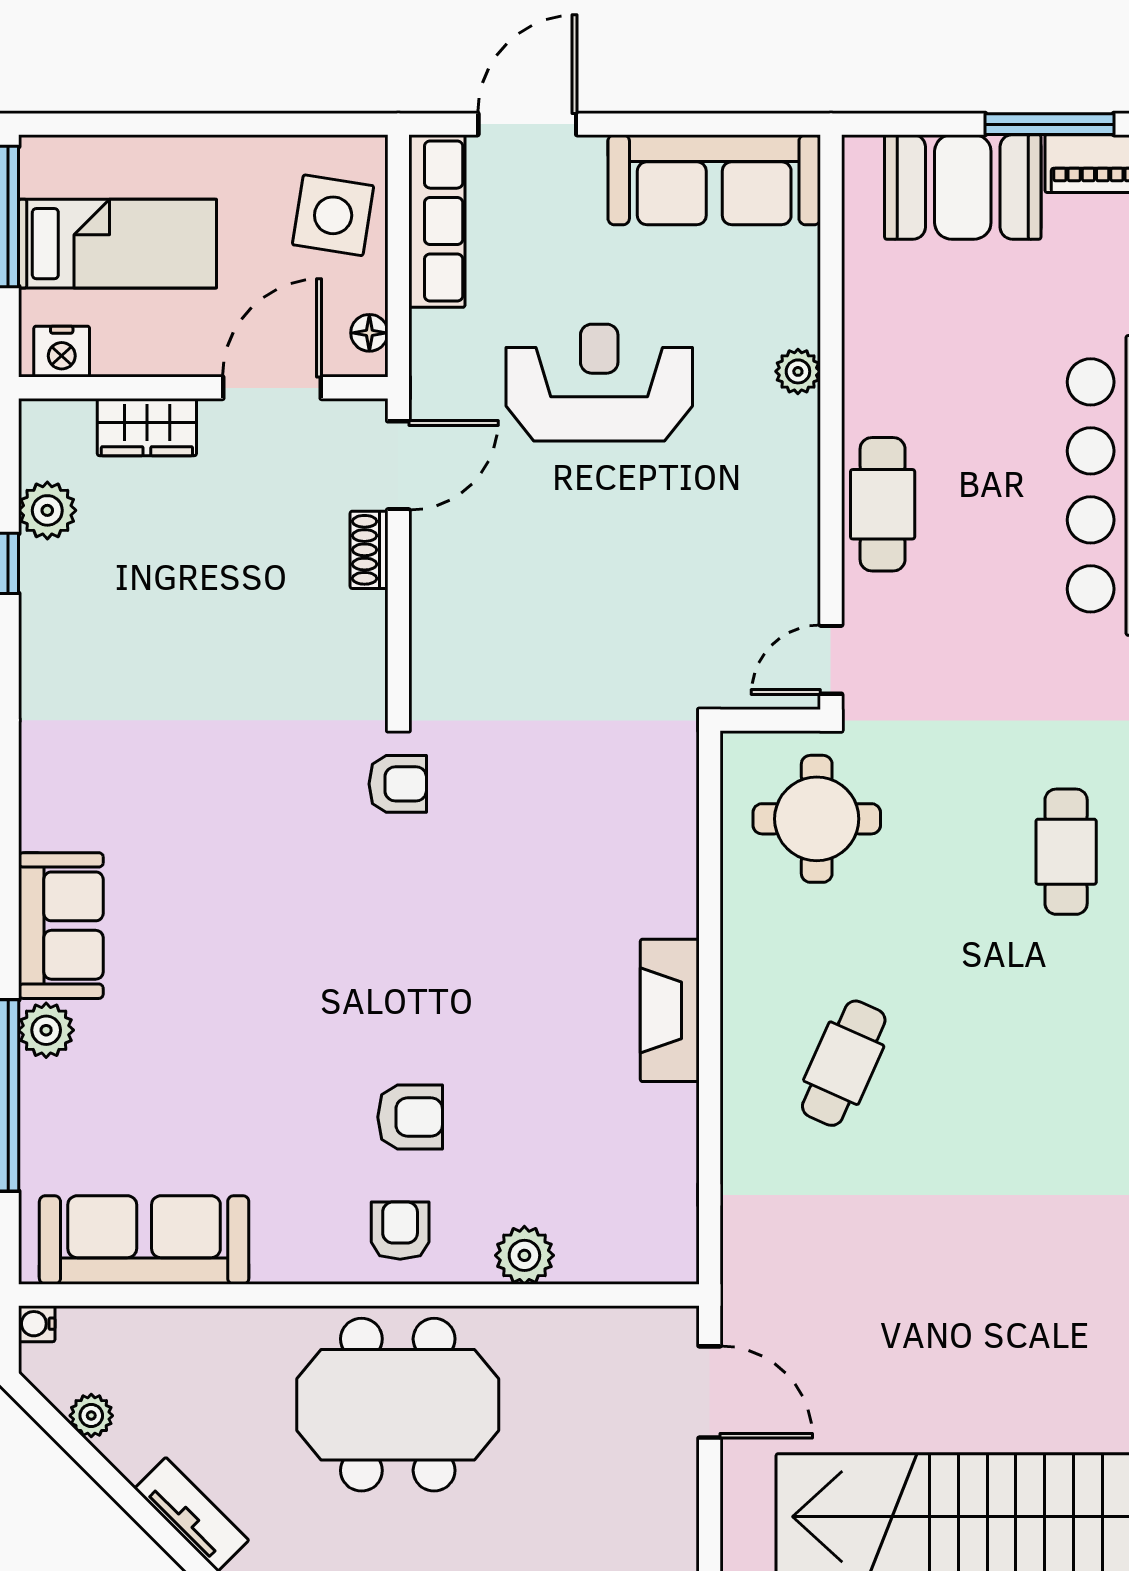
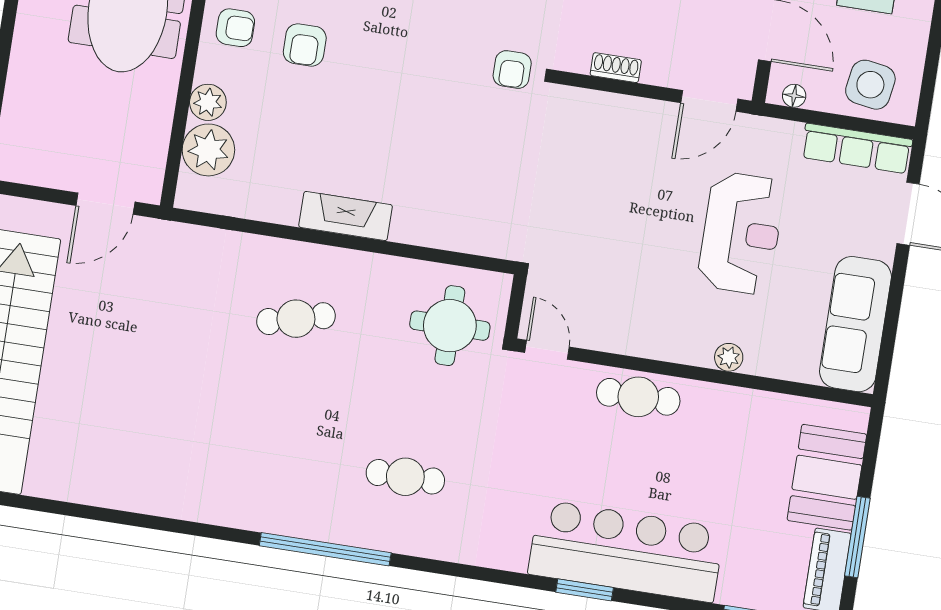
door: (398, 465) -> (709, 101), hinge flipped
shoe rack: (369, 550) -> (616, 68), moved
cafe table: (844, 1063) -> (296, 319), turned -39
plant: (599, 1243) -> (208, 150), added

